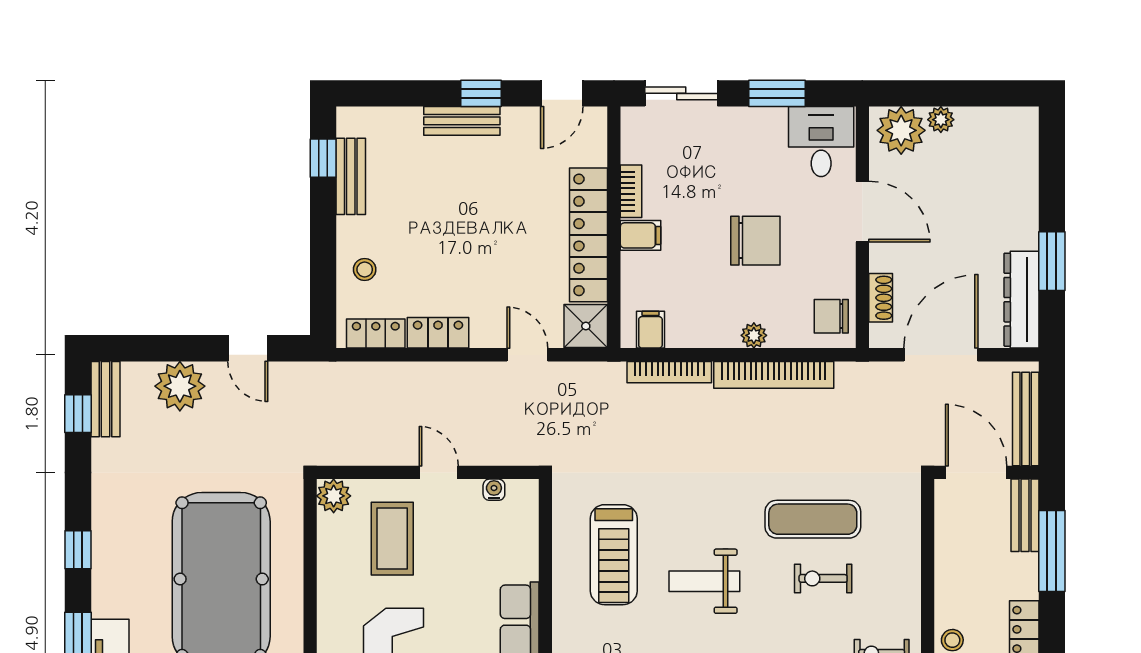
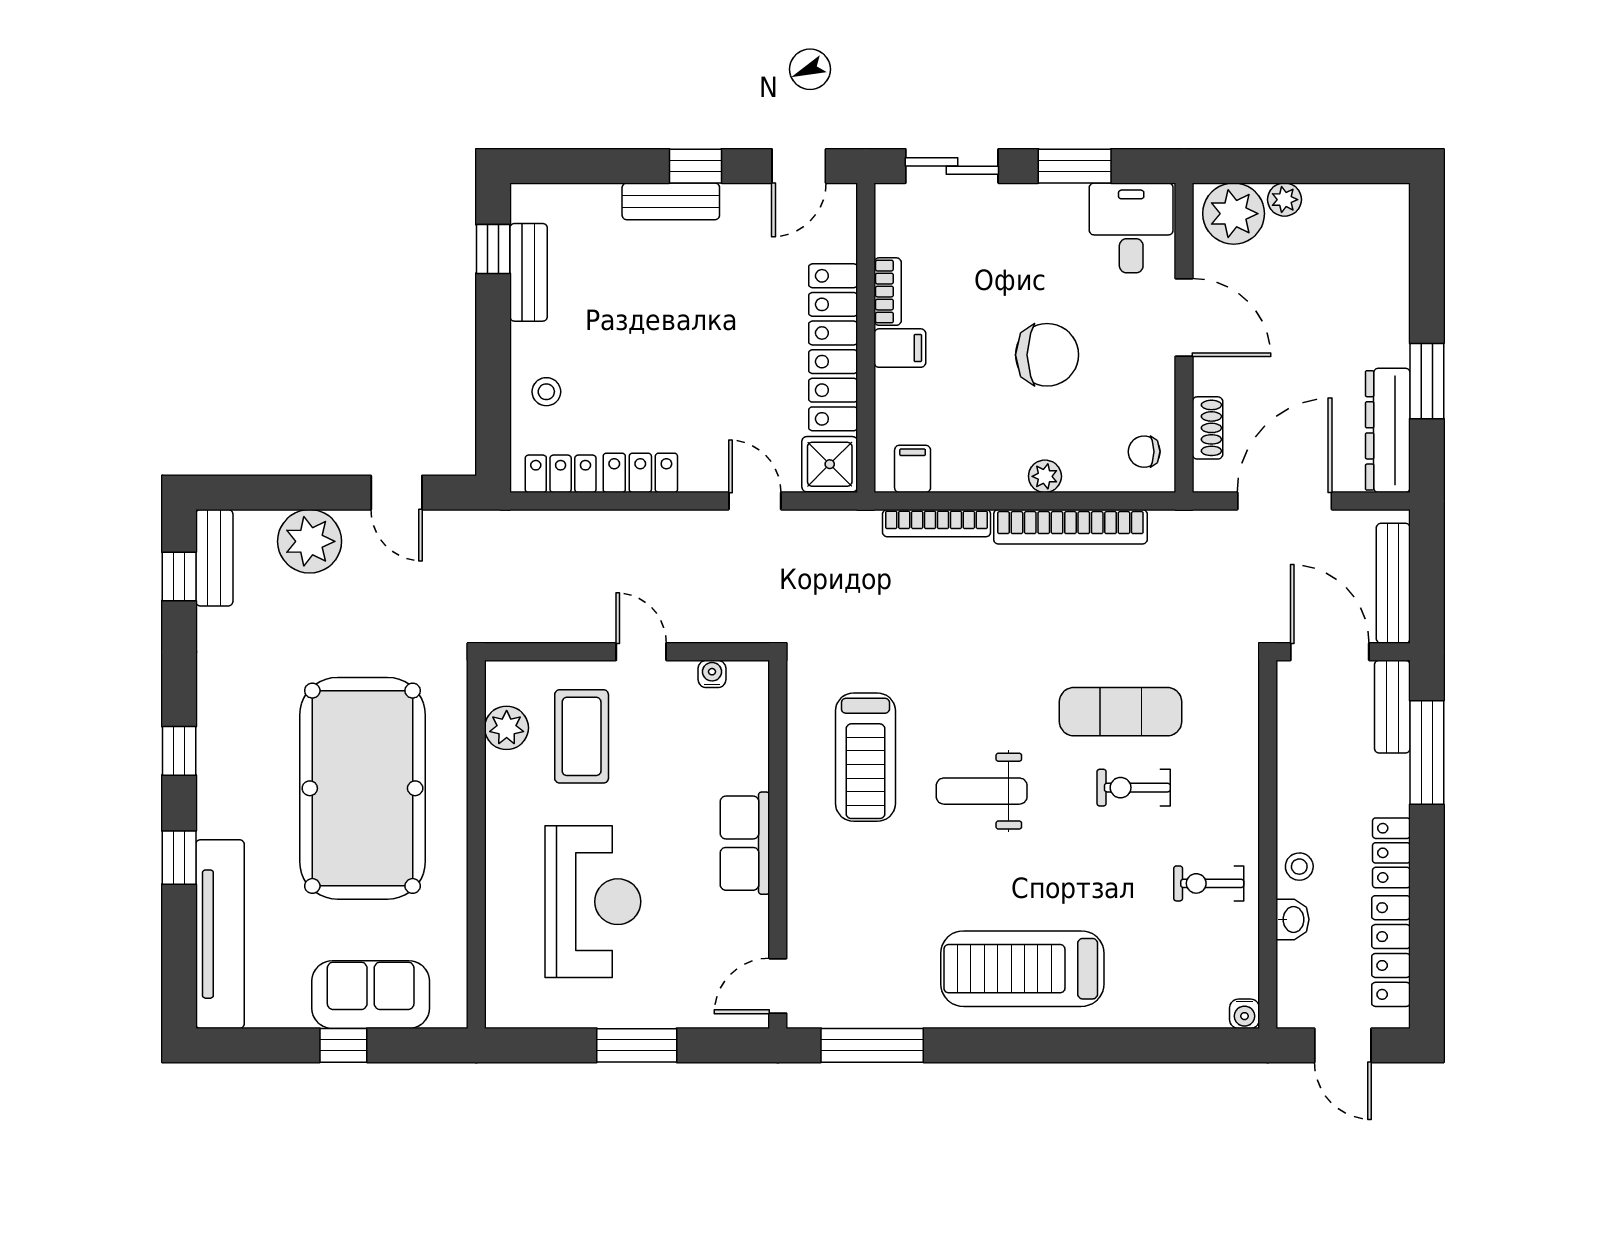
chair: (831, 316) -> (1144, 452), width x0.73, depth x0.73
plant: (334, 496) -> (507, 728), moved

